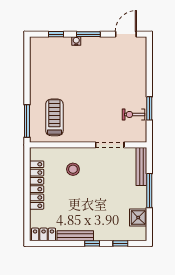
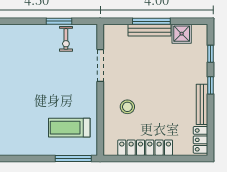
bench: (141, 167) -> (149, 30), moved

